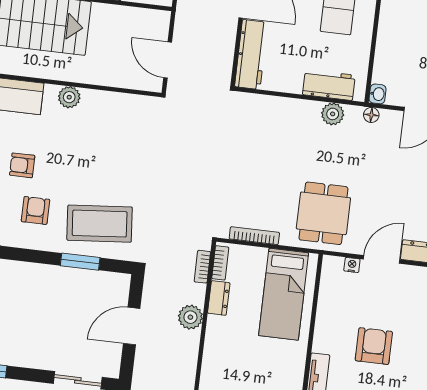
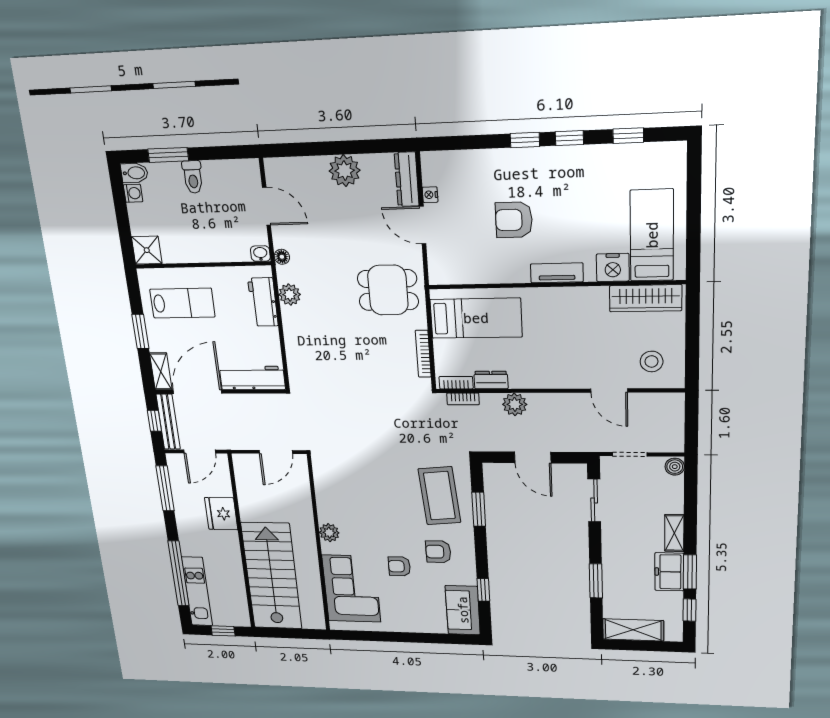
armchair: (22, 165) -> (399, 566), turned 90
nightstand: (352, 265) -> (430, 195), moved

